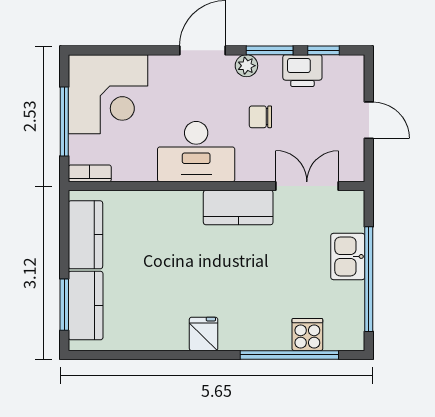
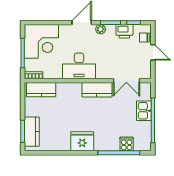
chair: (260, 117) -> (144, 37), moved
double door: (307, 186) -> (126, 81), swing flipped
kitchen counter: (85, 235) -> (41, 90), moved, turned 90
fridge: (204, 334) -> (82, 141), width x1.88, depth x1.34

